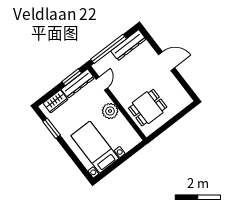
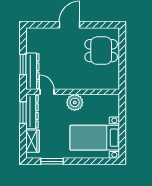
dresser: (128, 45) -> (32, 71), moved
window: (109, 49) -> (23, 65), width x0.47
dining table: (148, 108) -> (101, 51), moved, turned 90

